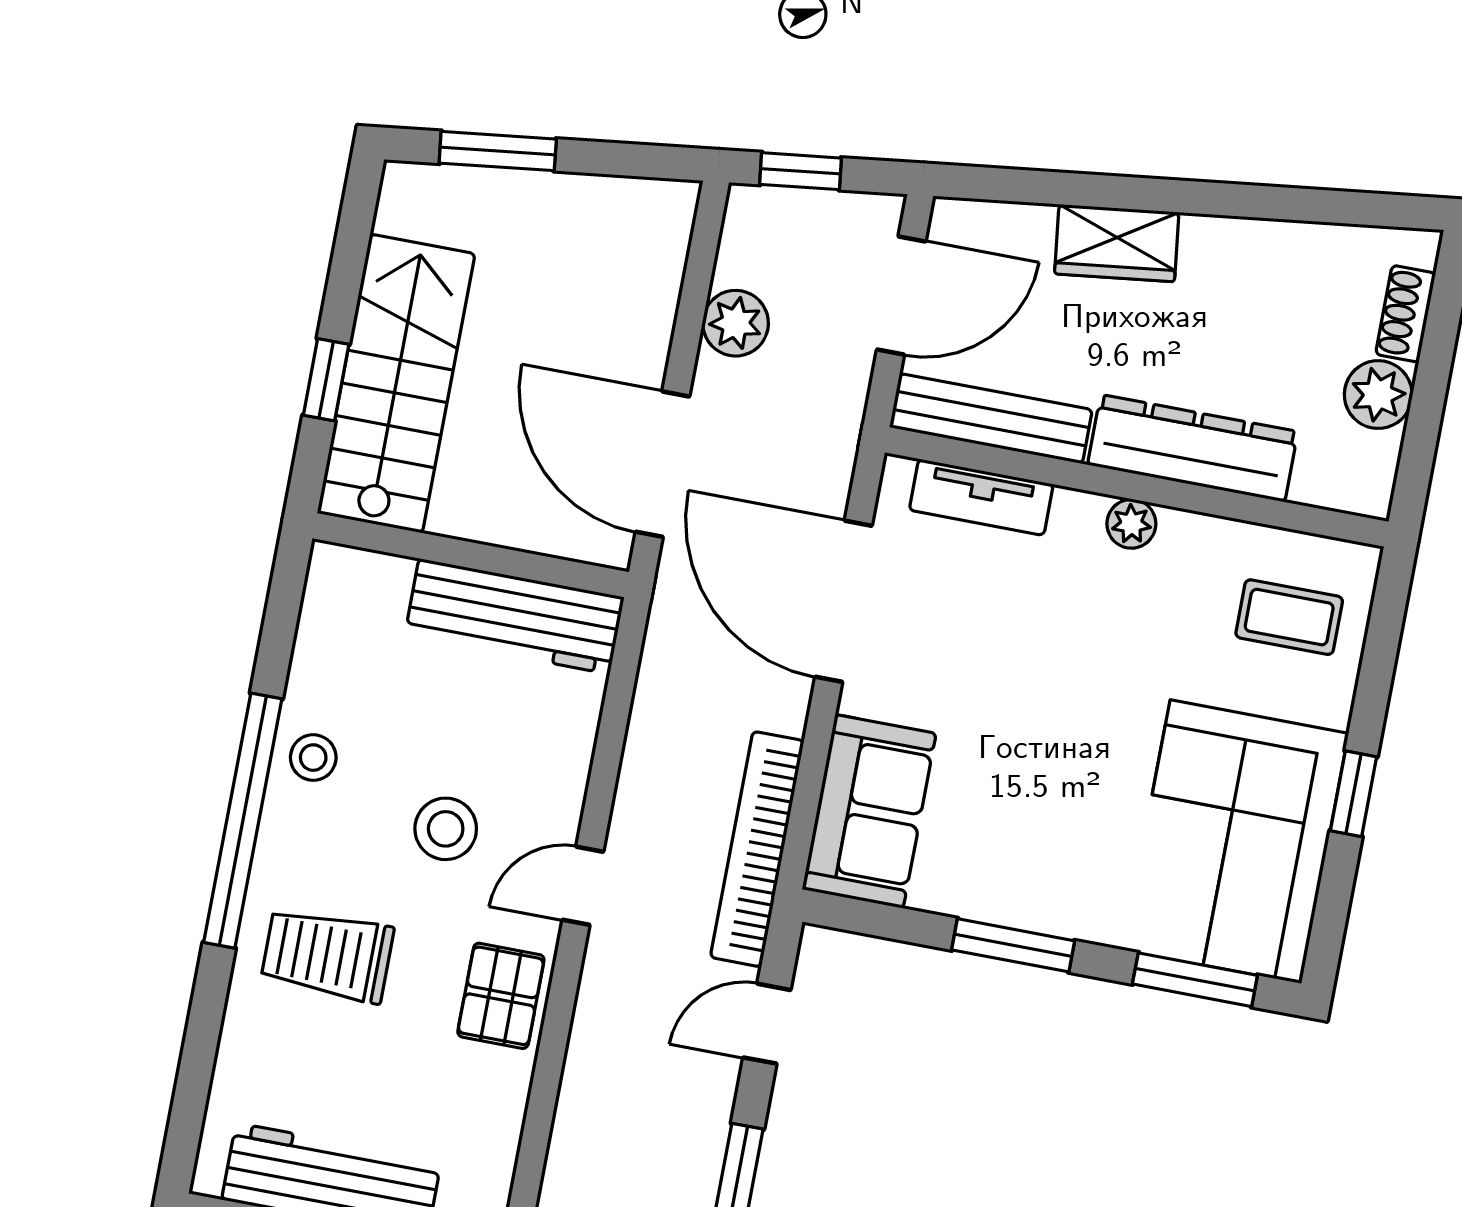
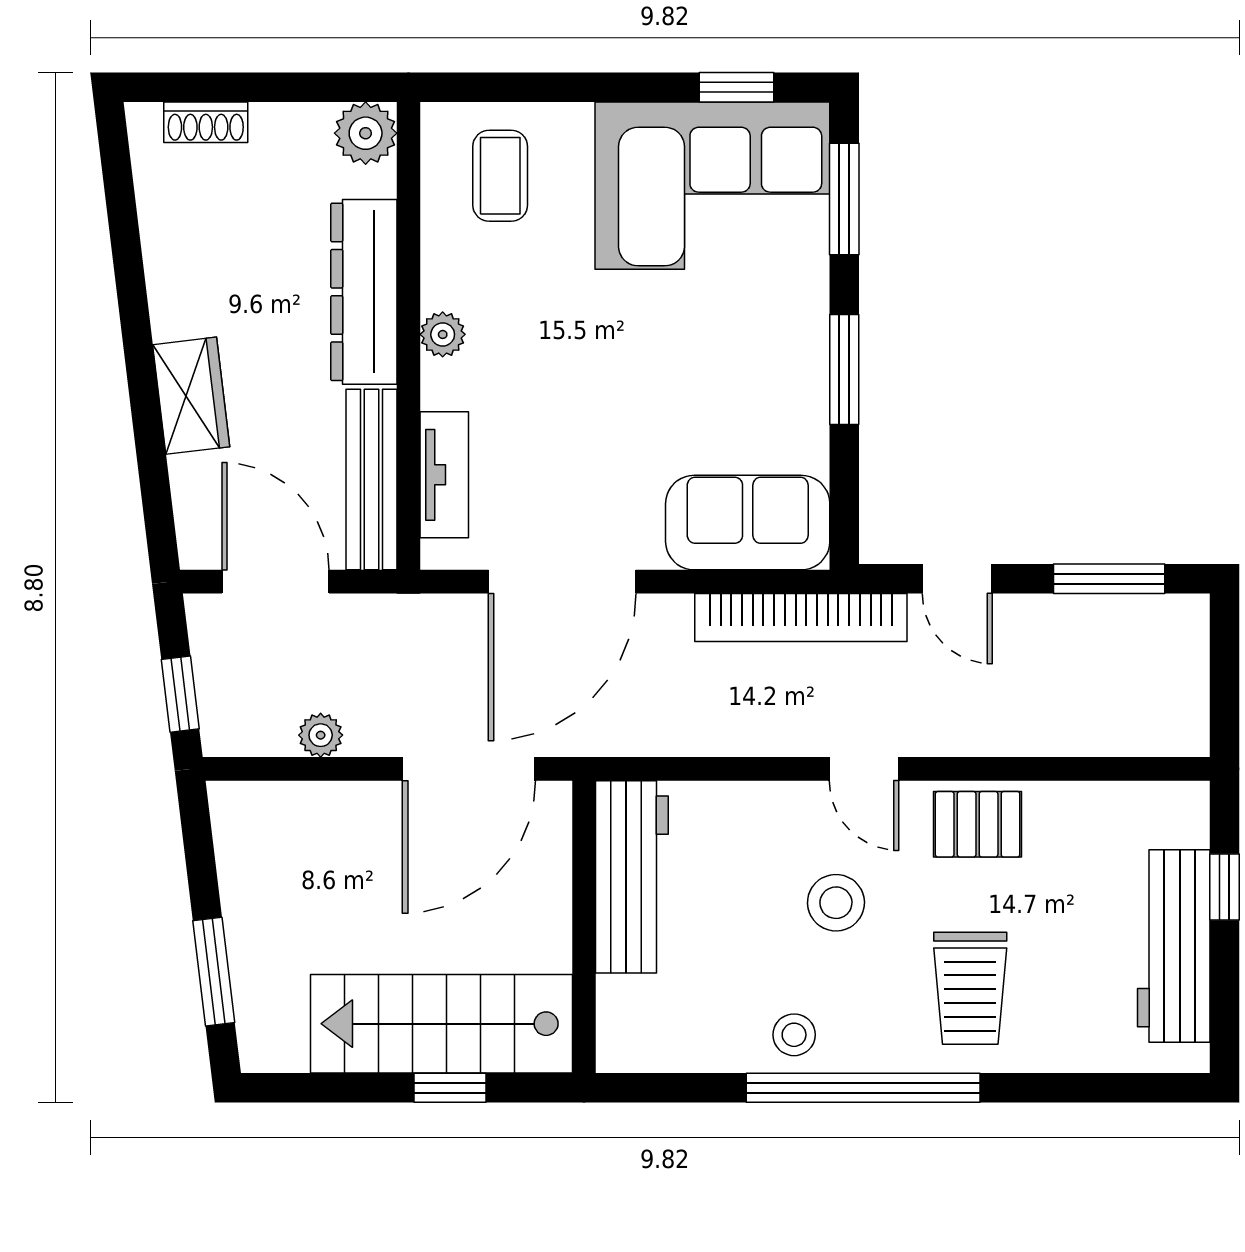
plant: (736, 323) -> (321, 735), width x0.73, depth x0.73
plant: (1378, 395) -> (366, 133), moved
window: (1353, 794) -> (736, 87), moved

